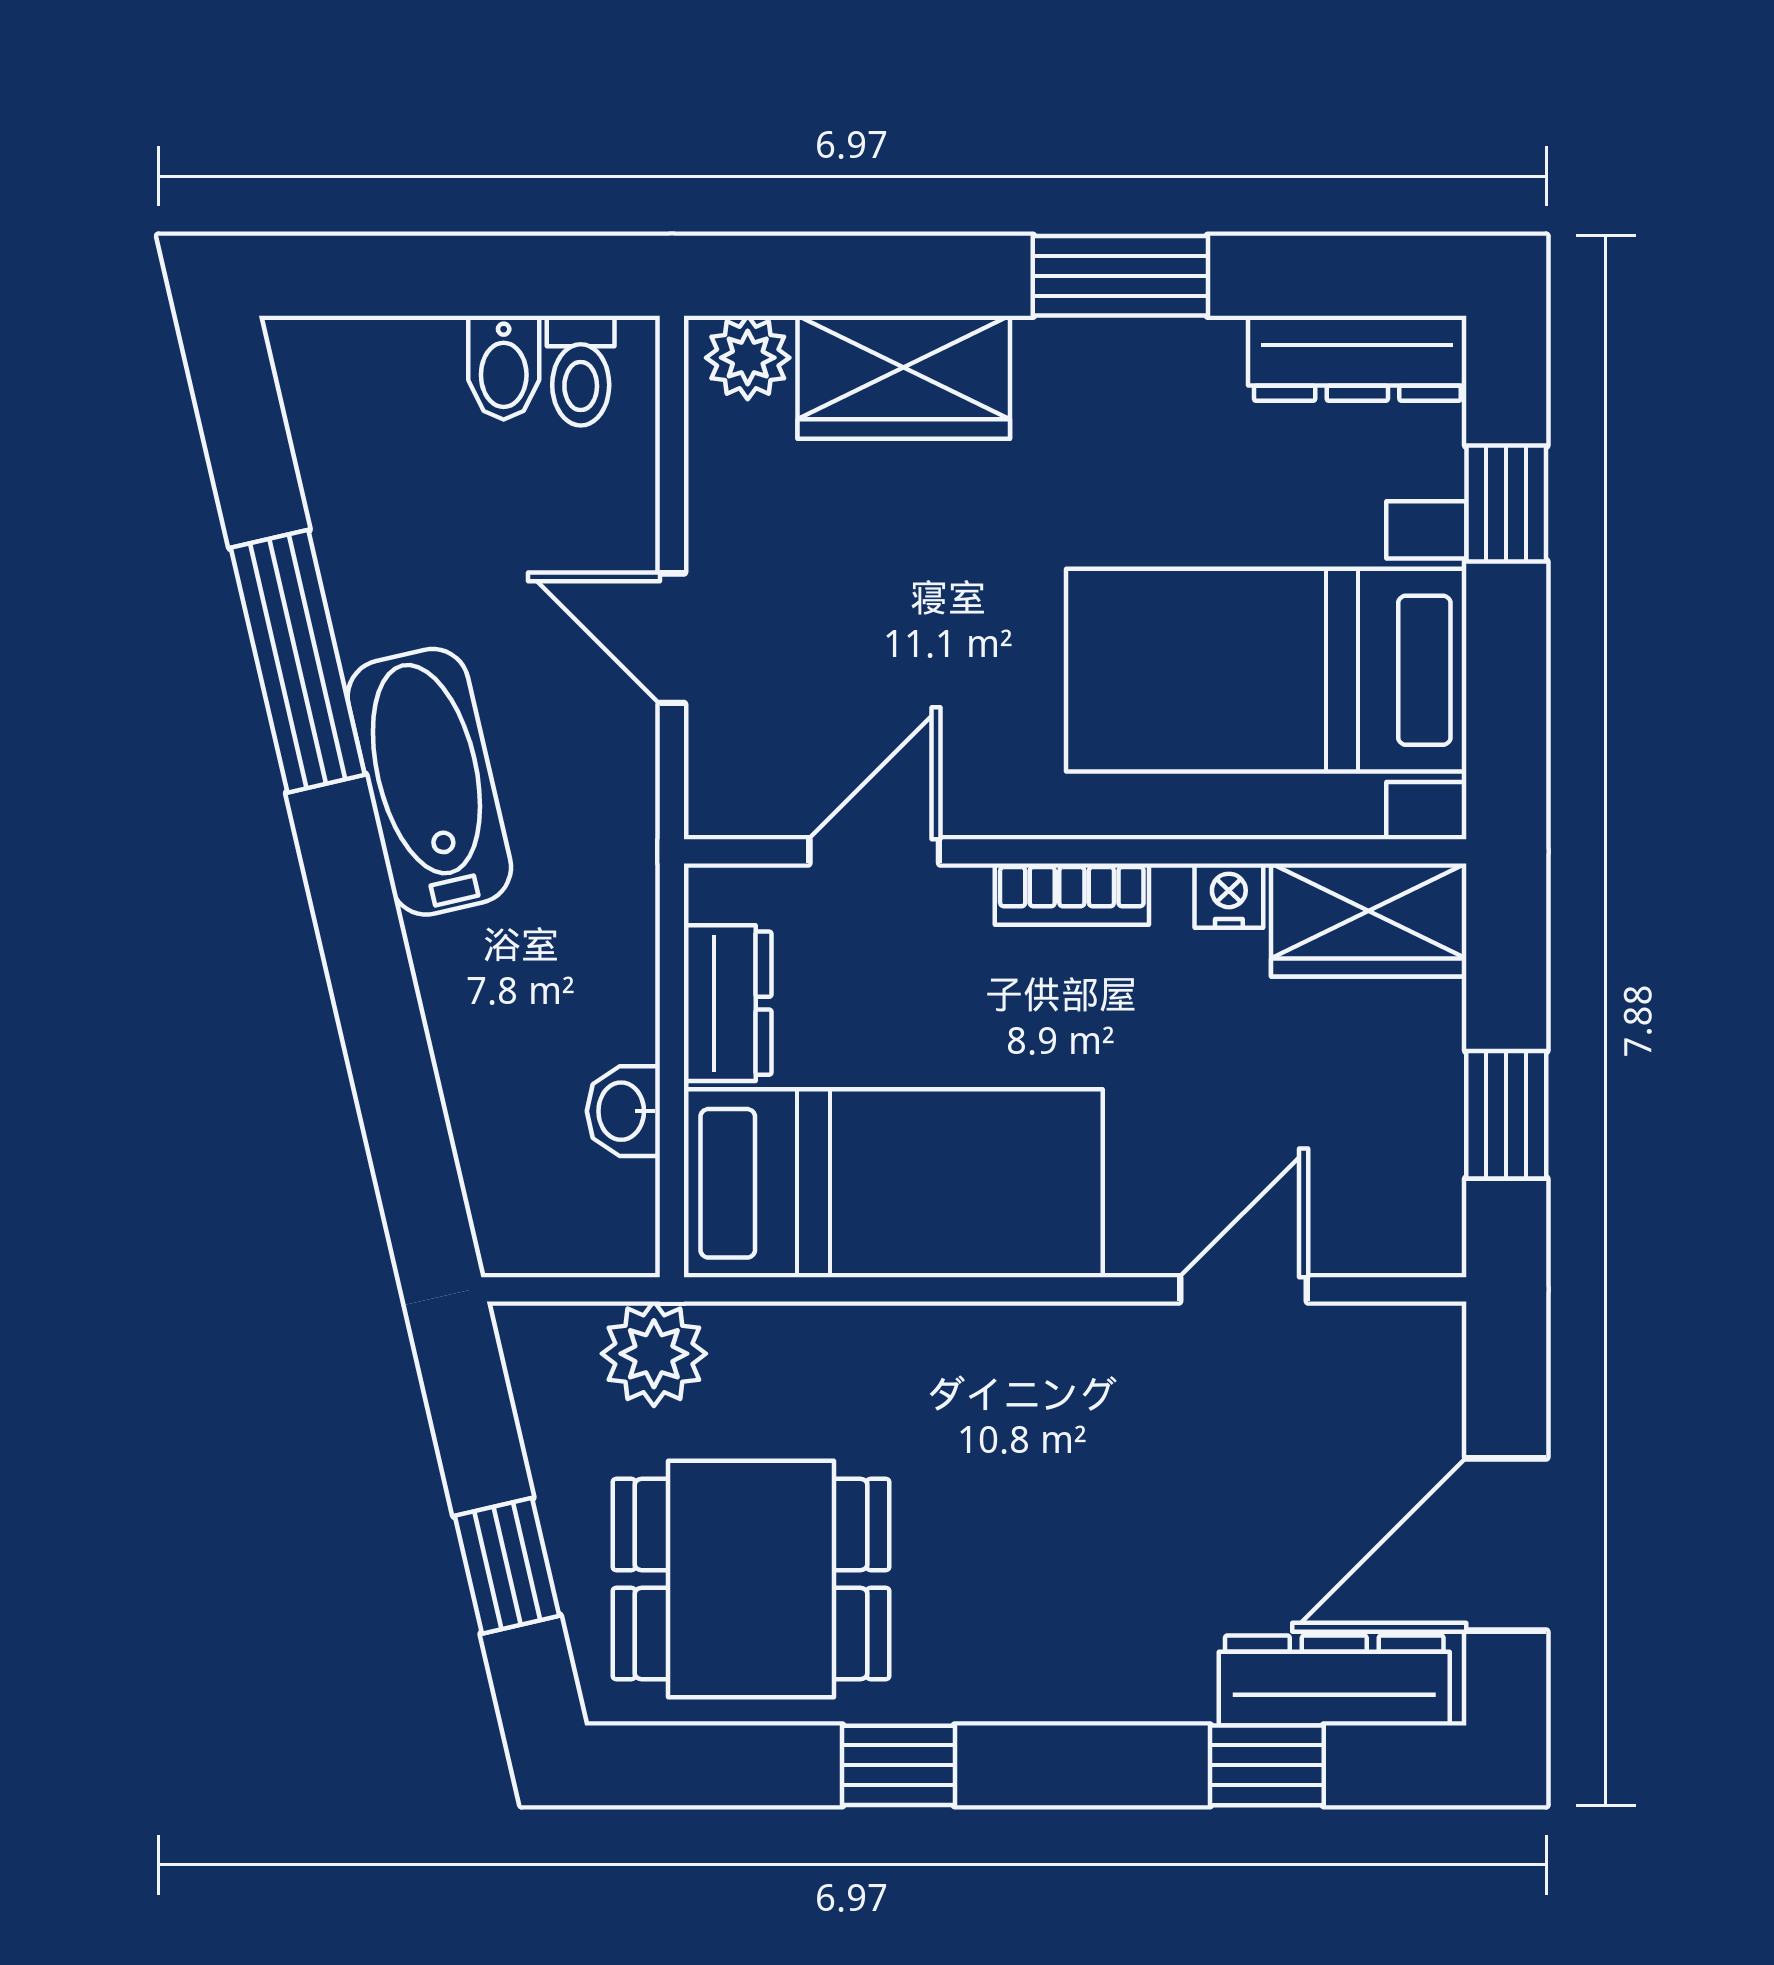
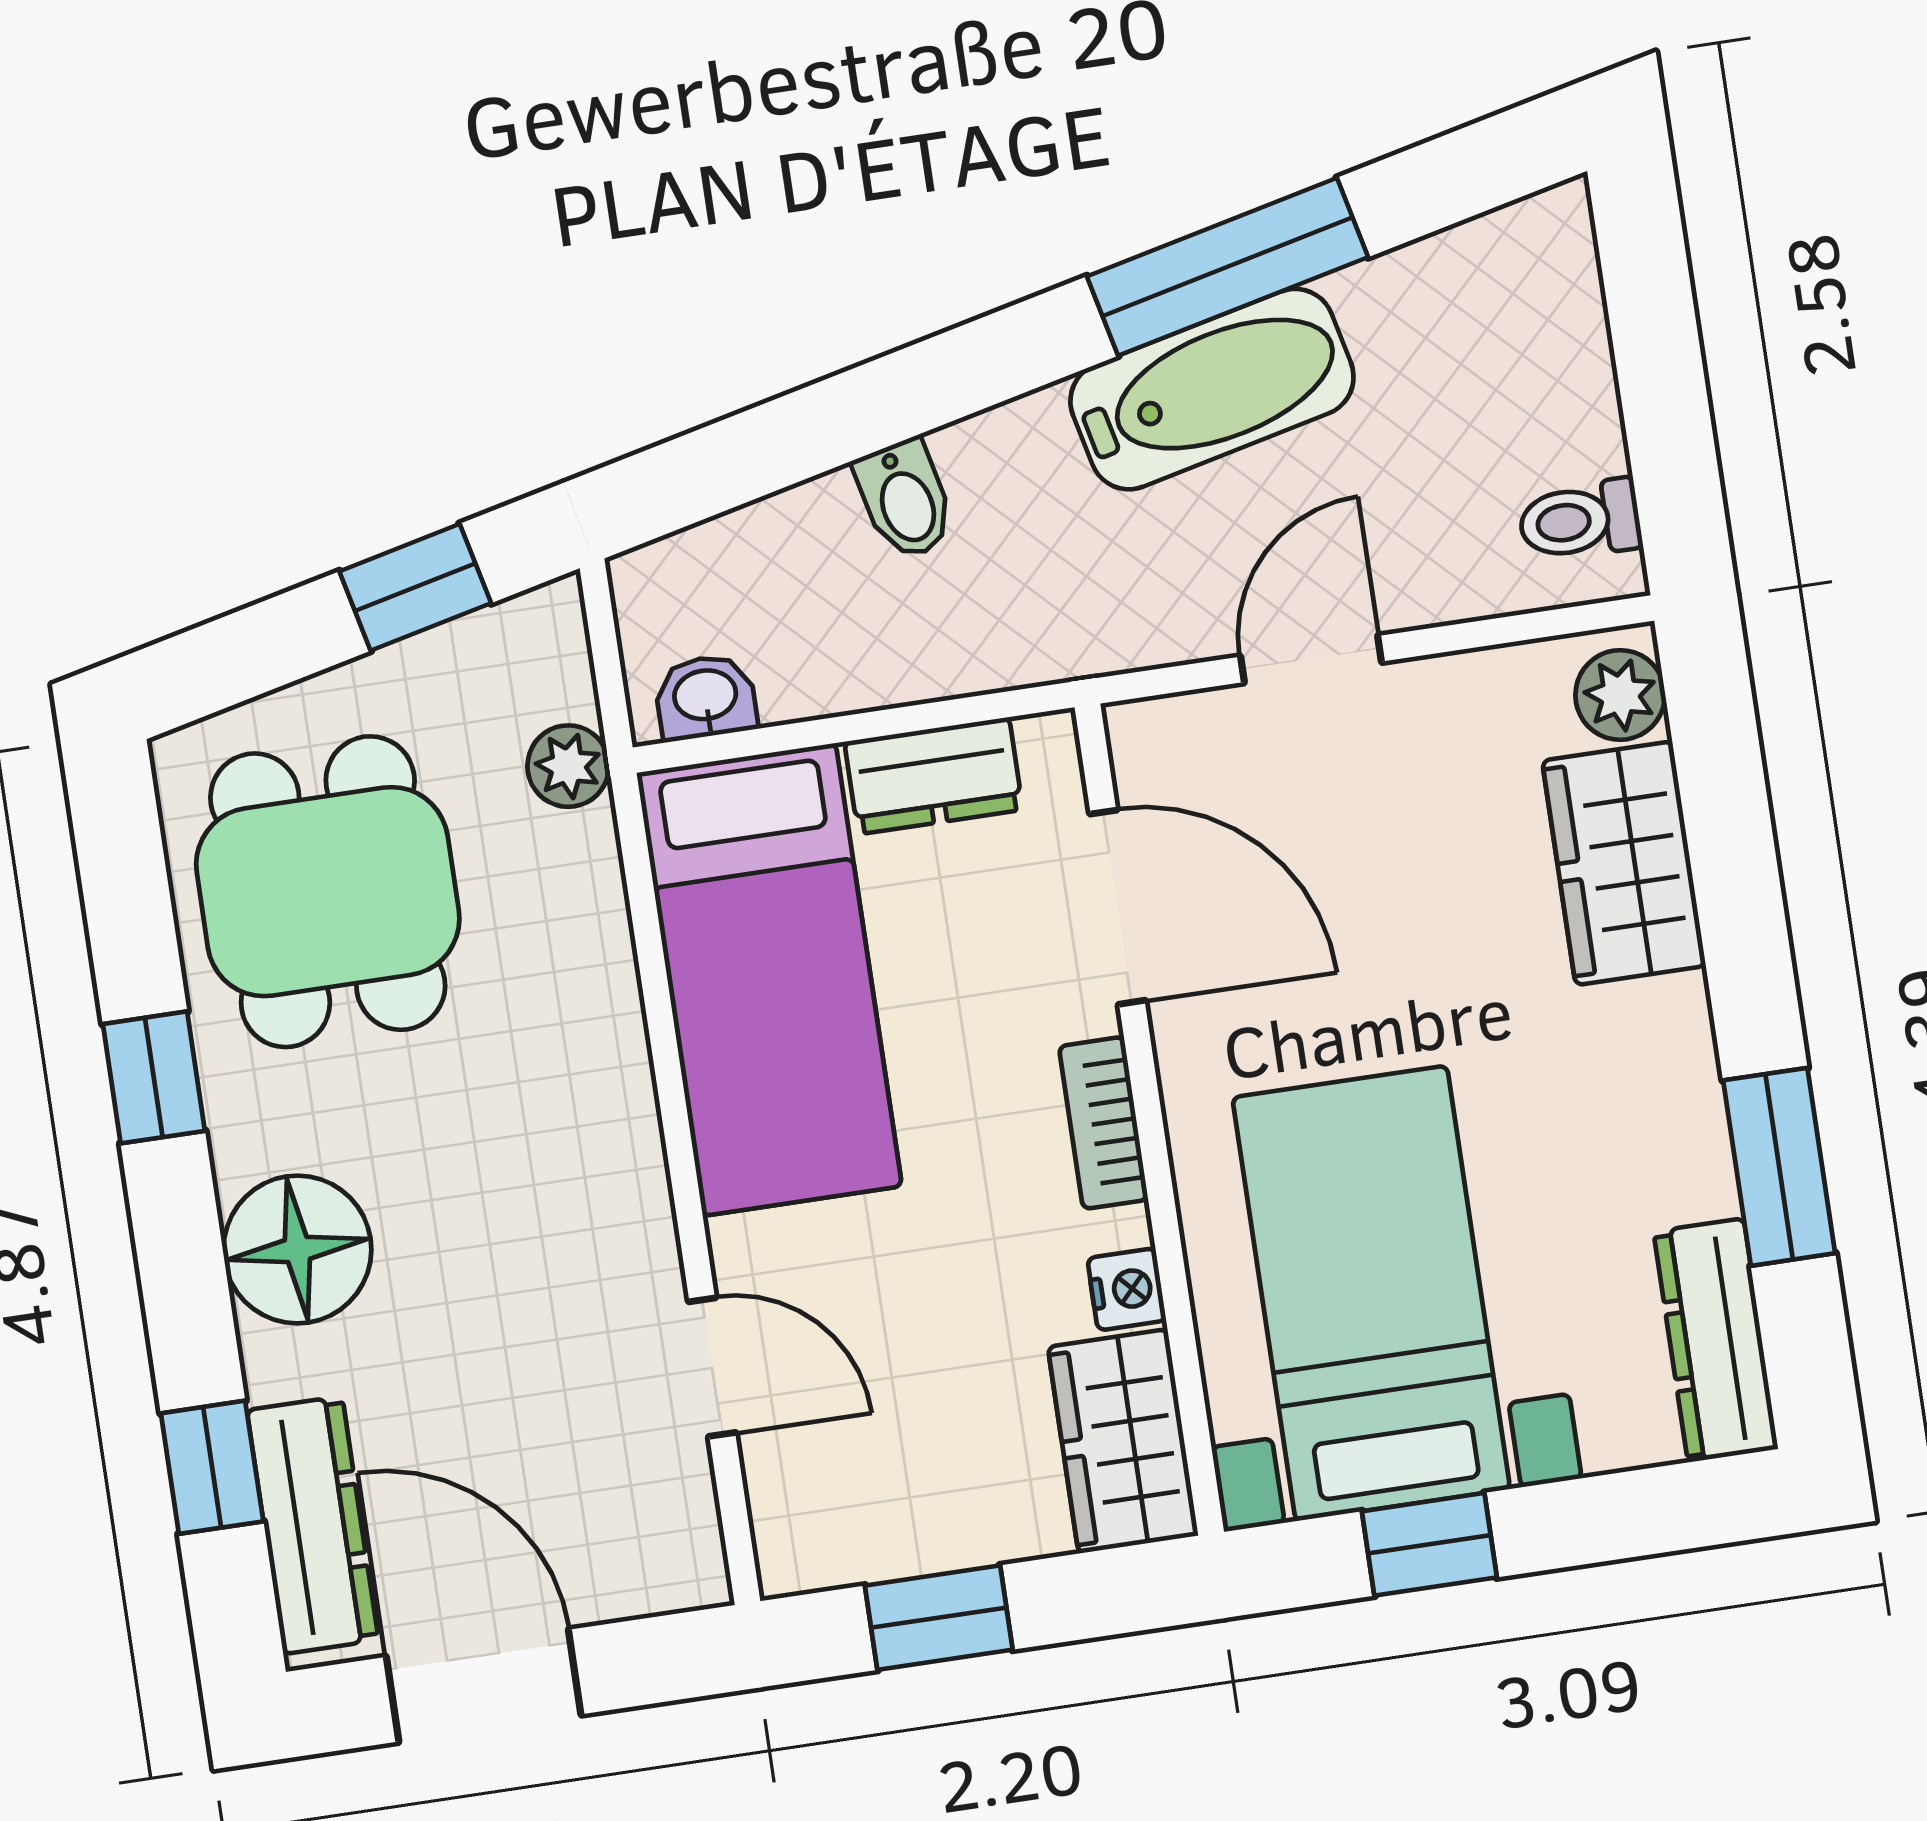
window: (1120, 276) -> (1779, 1167), moved
bidet: (504, 368) -> (905, 500), moved, turned -103
window: (1506, 503) -> (1429, 1544), moved
bathtub: (429, 782) -> (1212, 389), moved
door: (874, 851) -> (1118, 907), width x1.38
washbasin: (623, 1111) -> (705, 697), moved
plant: (654, 1354) -> (568, 766), width x0.73, depth x0.73
window: (507, 1566) -> (415, 587), moved
floor lamp: (1077, 1656) -> (297, 1249), added

